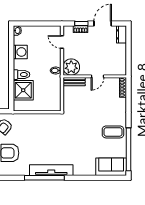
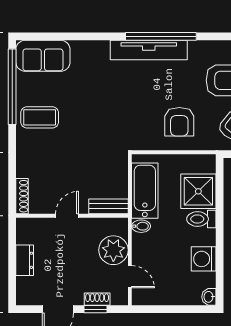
dresser: (121, 34) -> (25, 260), moved
plant: (71, 67) -> (113, 250), moved
bathtub: (53, 91) -> (145, 191), added
armchair: (34, 130) -> (179, 122), added

